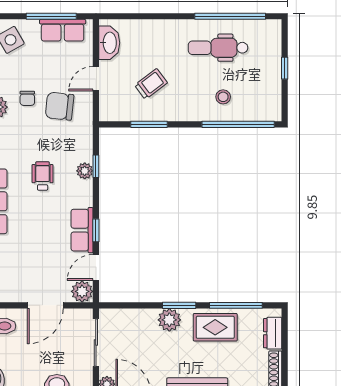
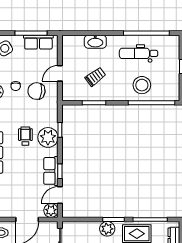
washbasin: (109, 43) -> (95, 42), moved, turned 90
stool: (223, 97) -> (142, 85), width x1.89, depth x1.89
plant: (85, 171) -> (48, 137), width x1.87, depth x1.87

